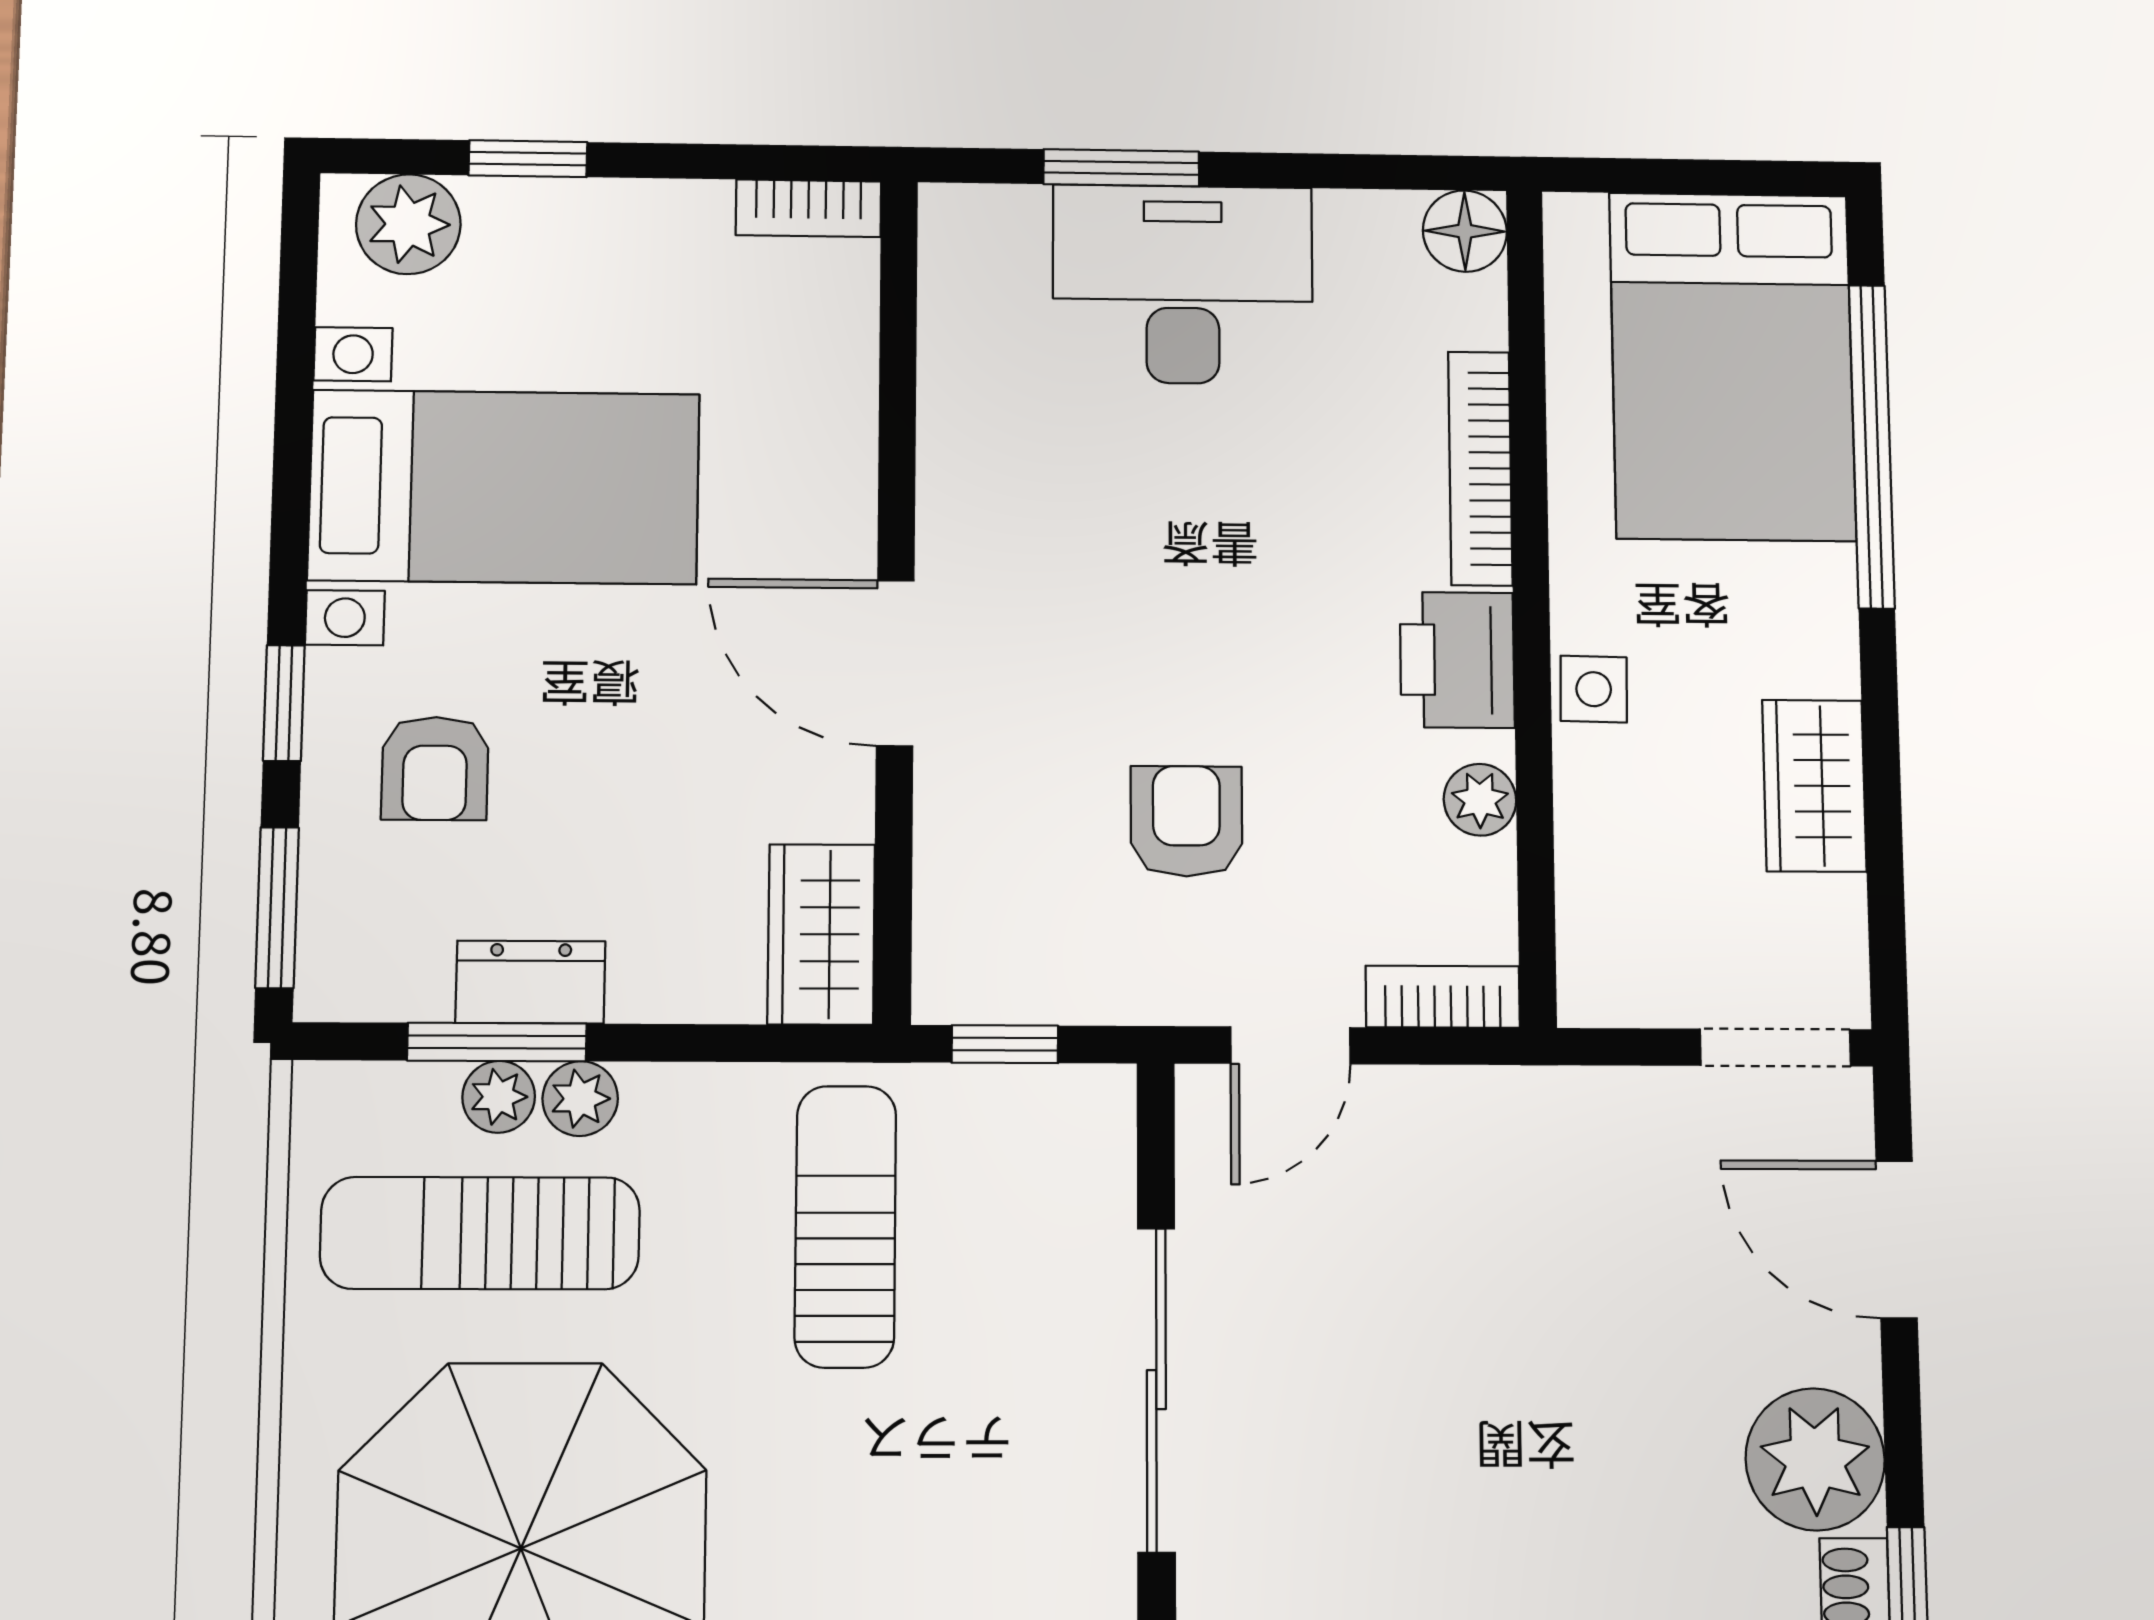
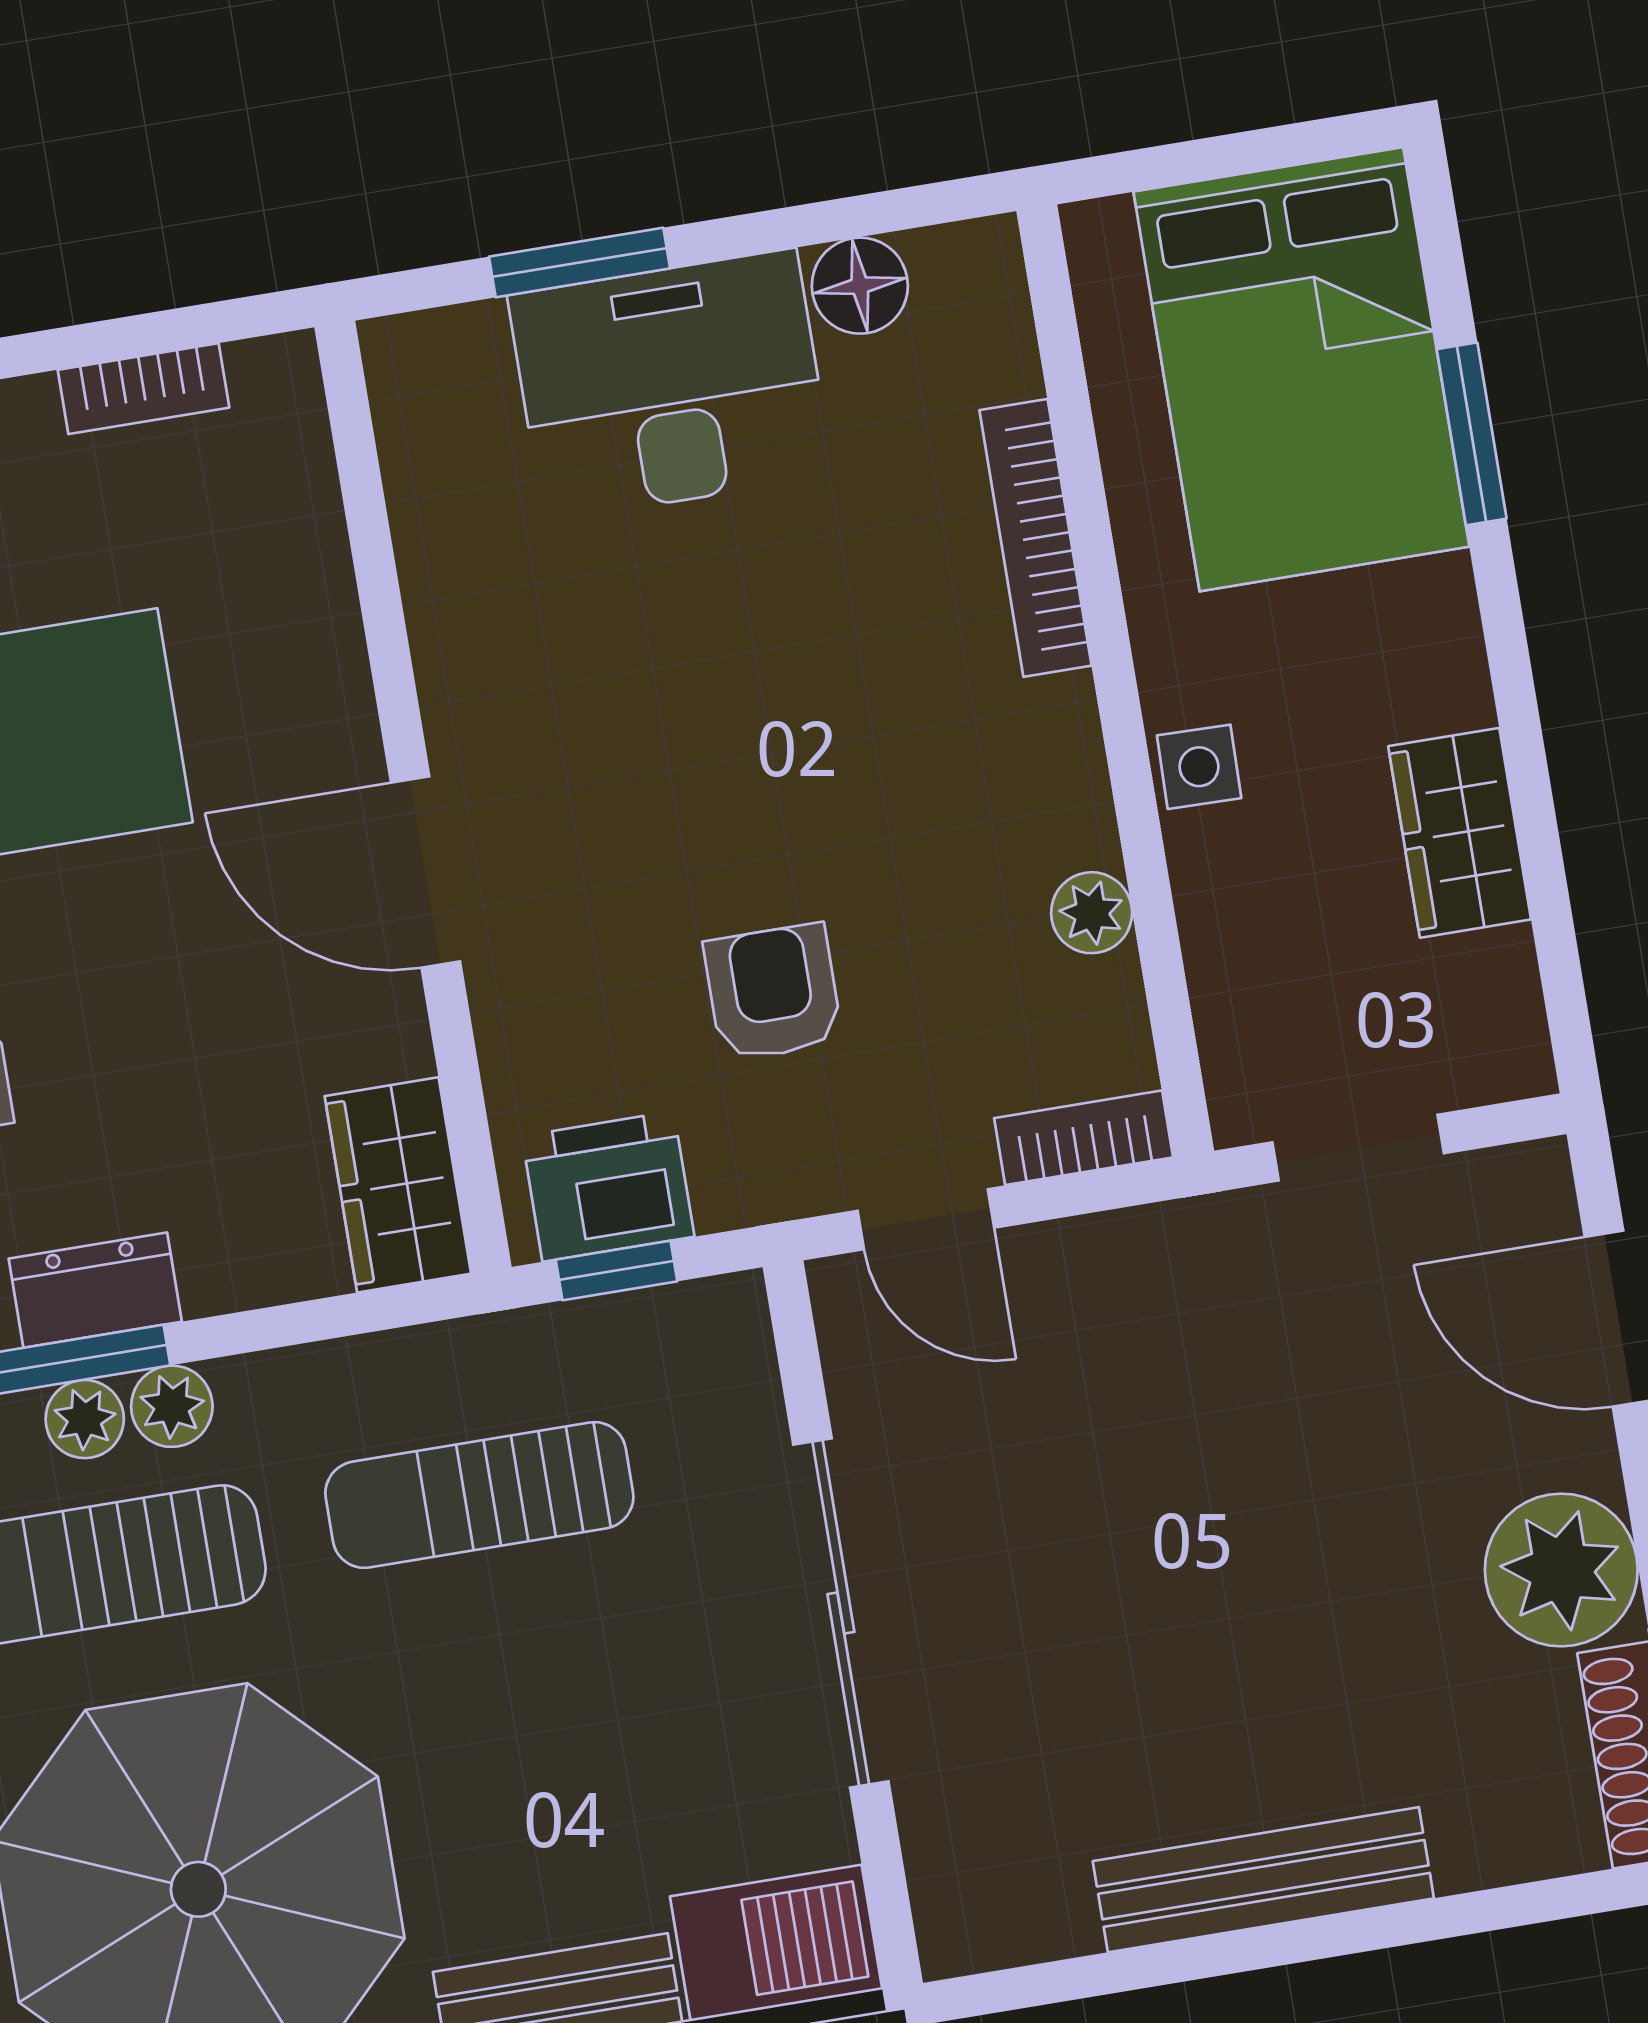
bookcase: (808, 208) -> (144, 389), moved
floor lamp: (1465, 231) -> (860, 286), moved
window: (1872, 446) -> (1472, 434), width x0.47
printer: (1457, 660) -> (608, 1186), moved, turned 90
door: (1290, 1045) -> (926, 1219), hinge flipped
doorway: (1775, 1048) -> (1358, 1148), moved
sun lounger: (845, 1226) -> (479, 1495), turned -90

